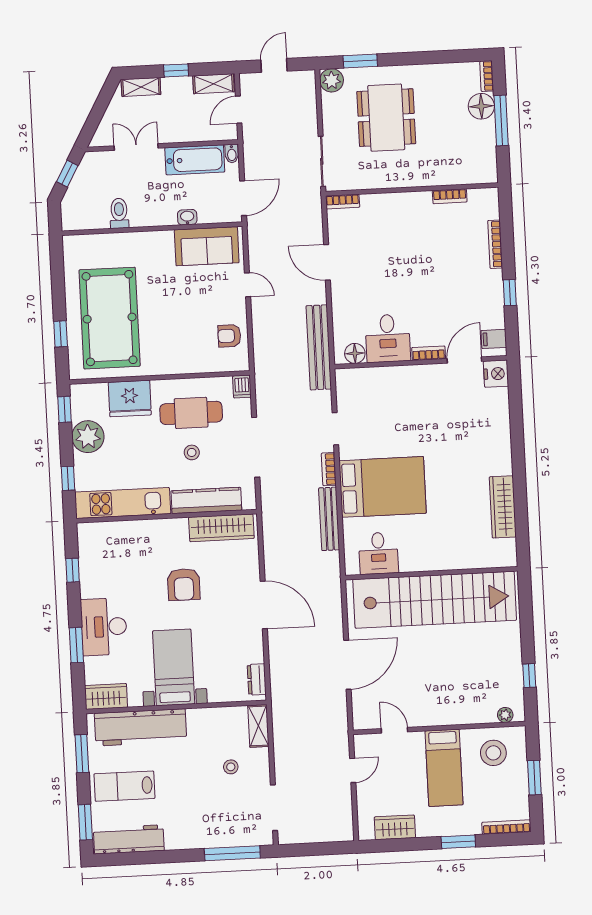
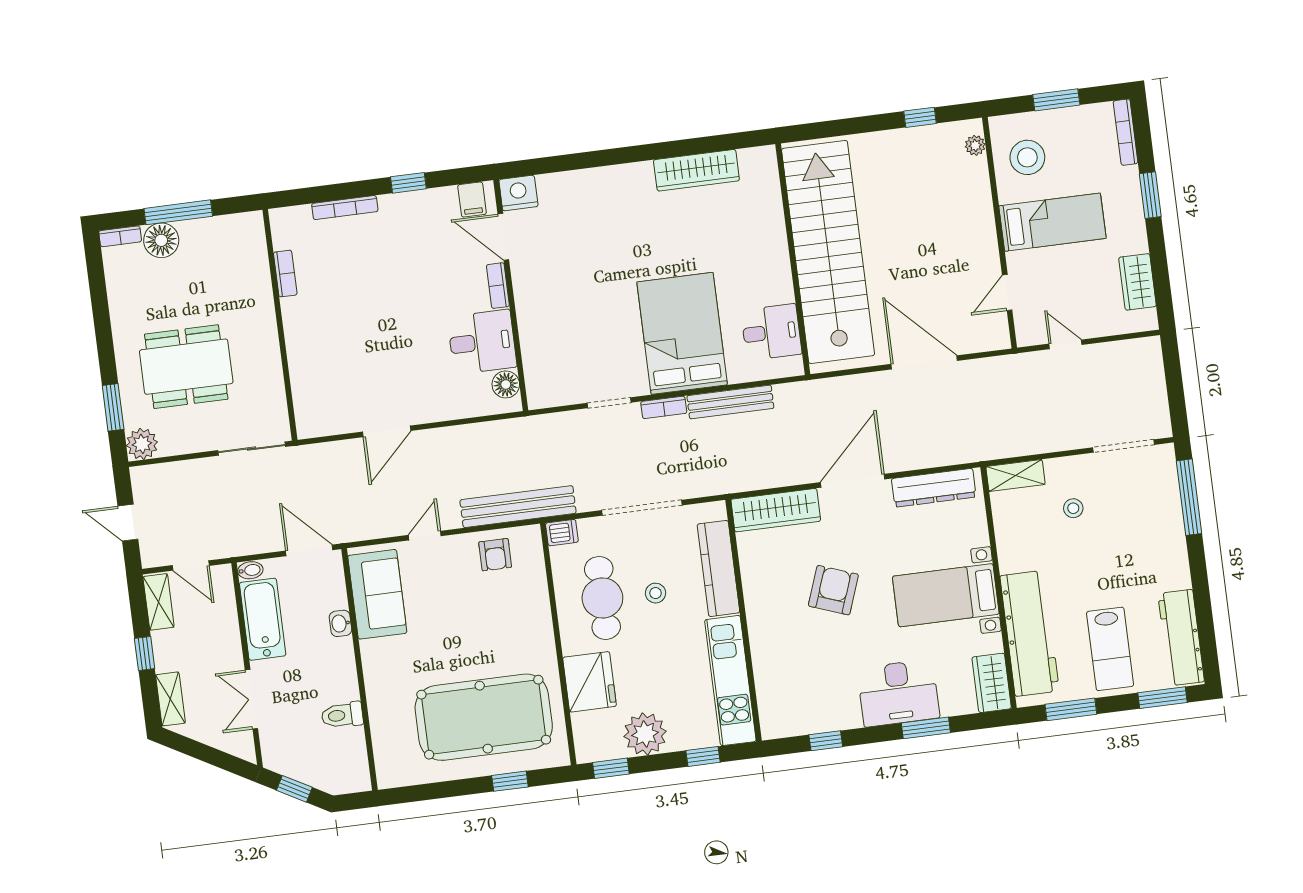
bookcase: (343, 202) -> (303, 417), removed
bench: (319, 347) -> (518, 507), moved
wardrobe: (221, 528) -> (776, 510), moved, turned 90
armchair: (184, 584) -> (833, 590), turned -70
dresser: (257, 679) -> (934, 488), width x1.96, depth x1.24

